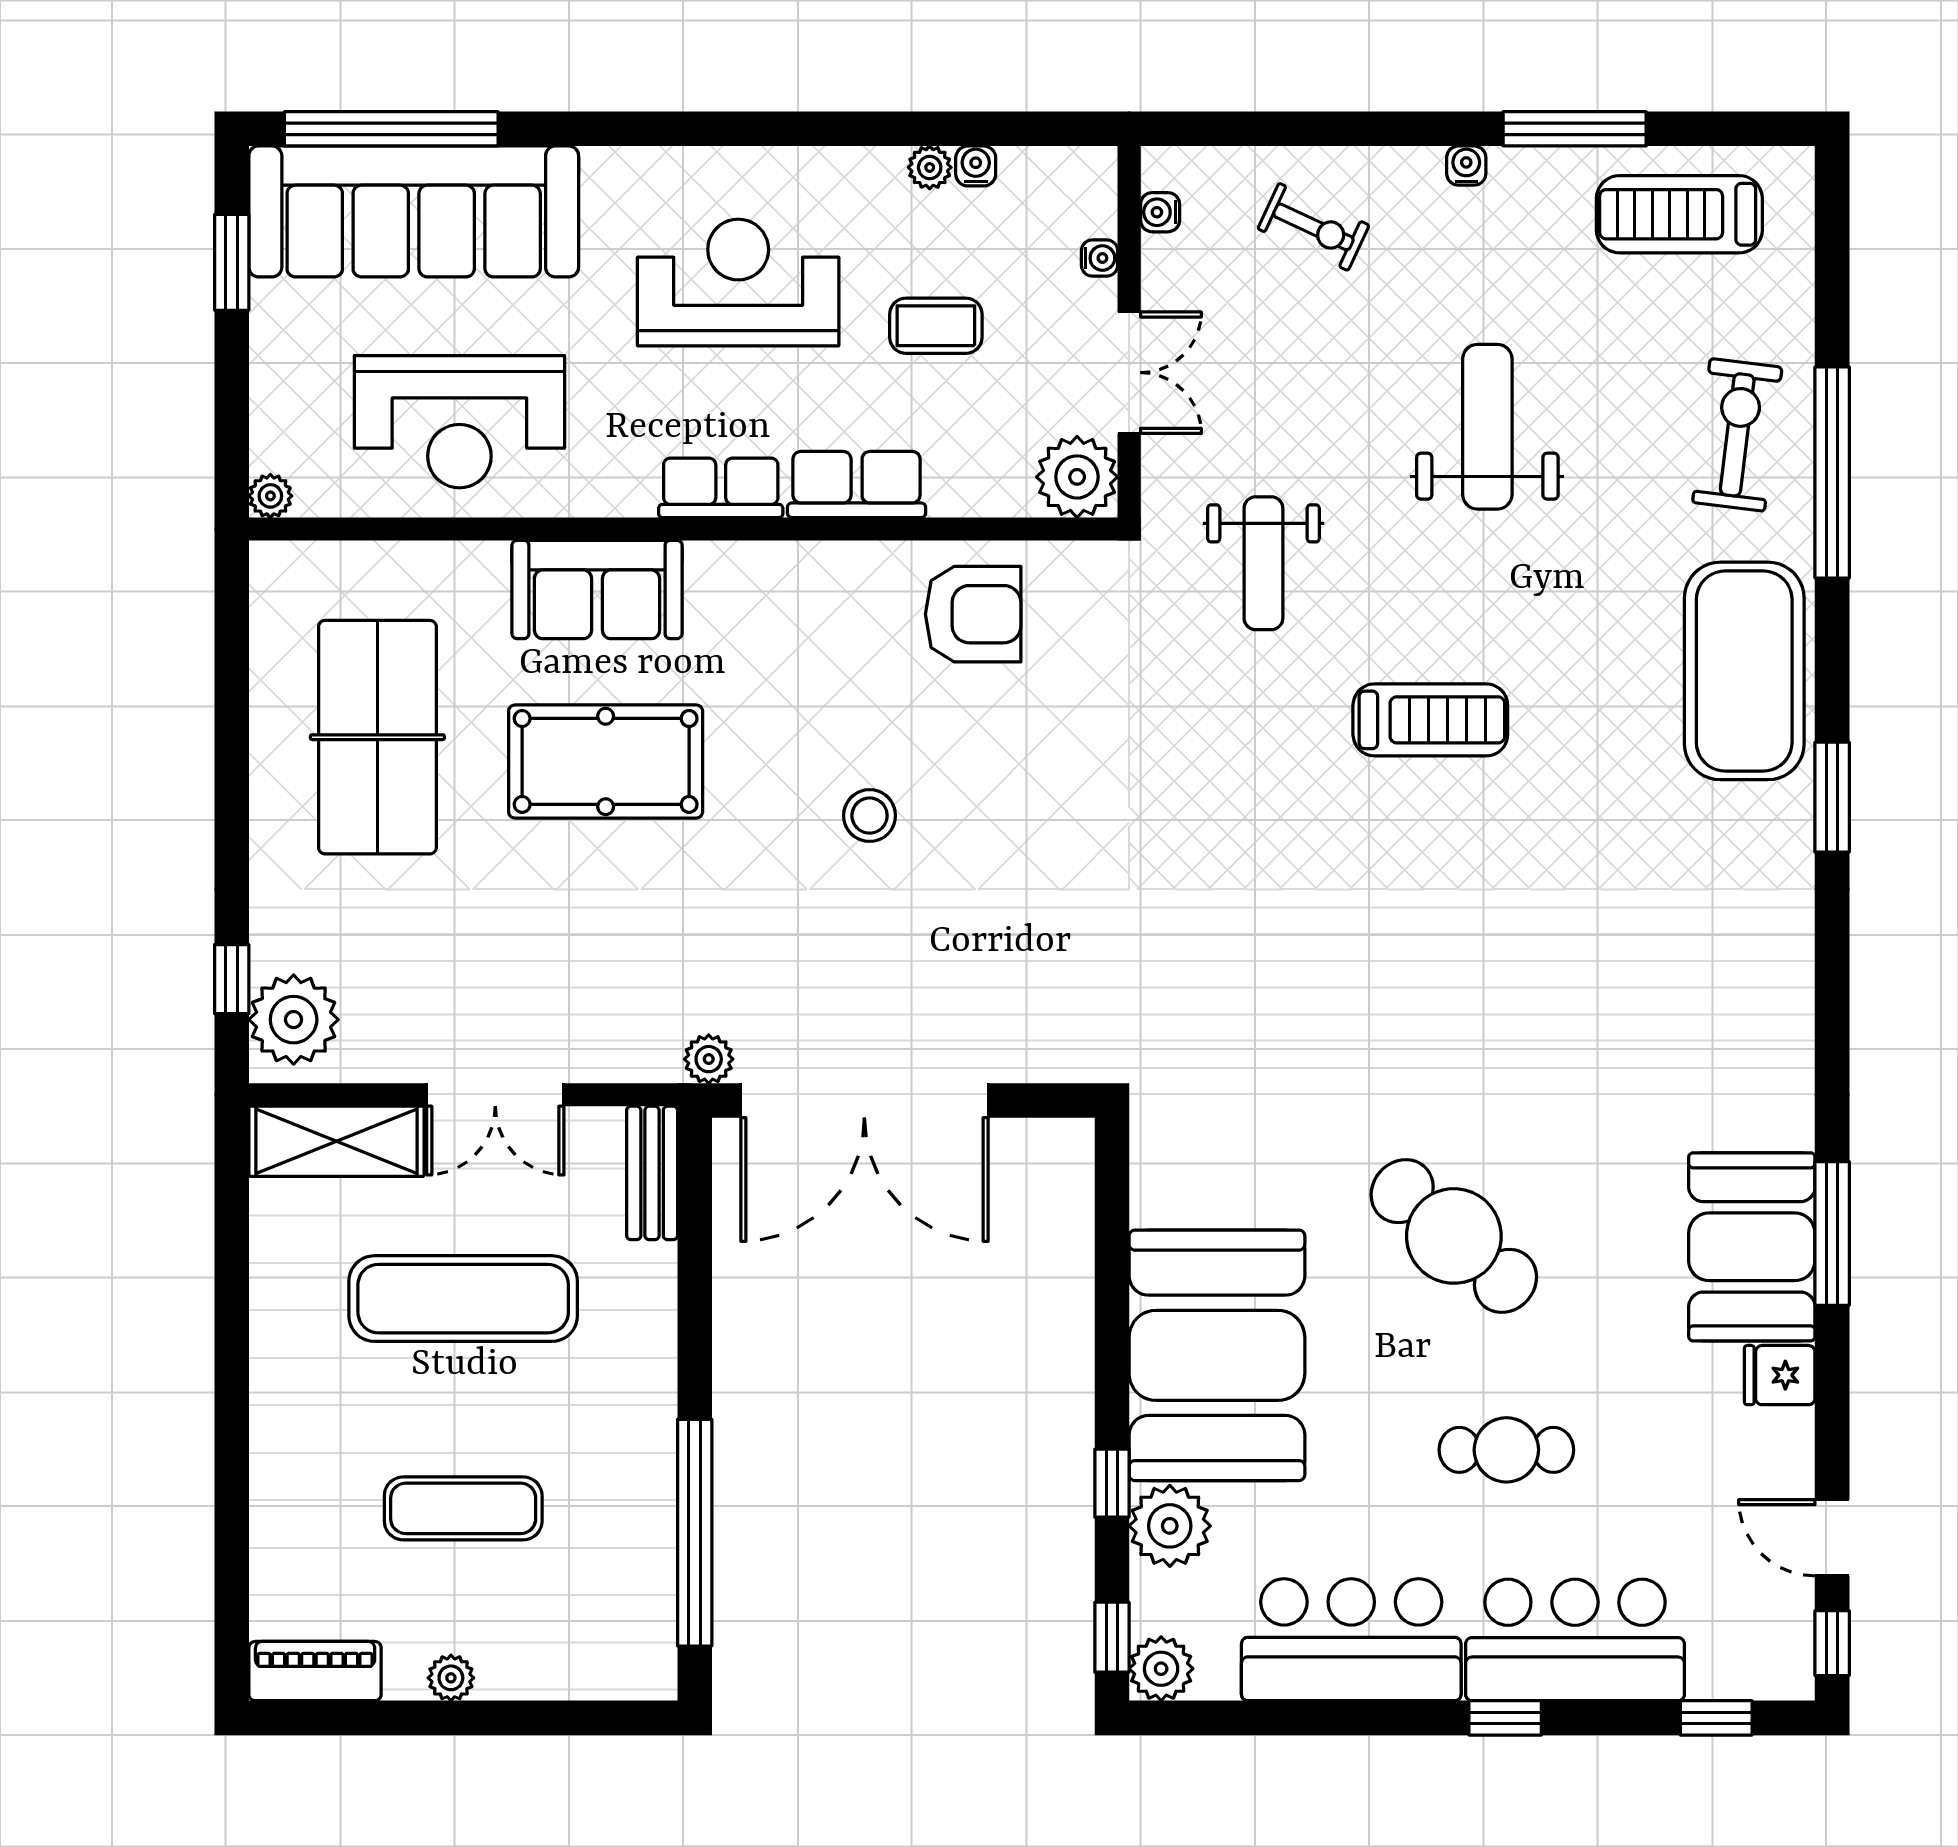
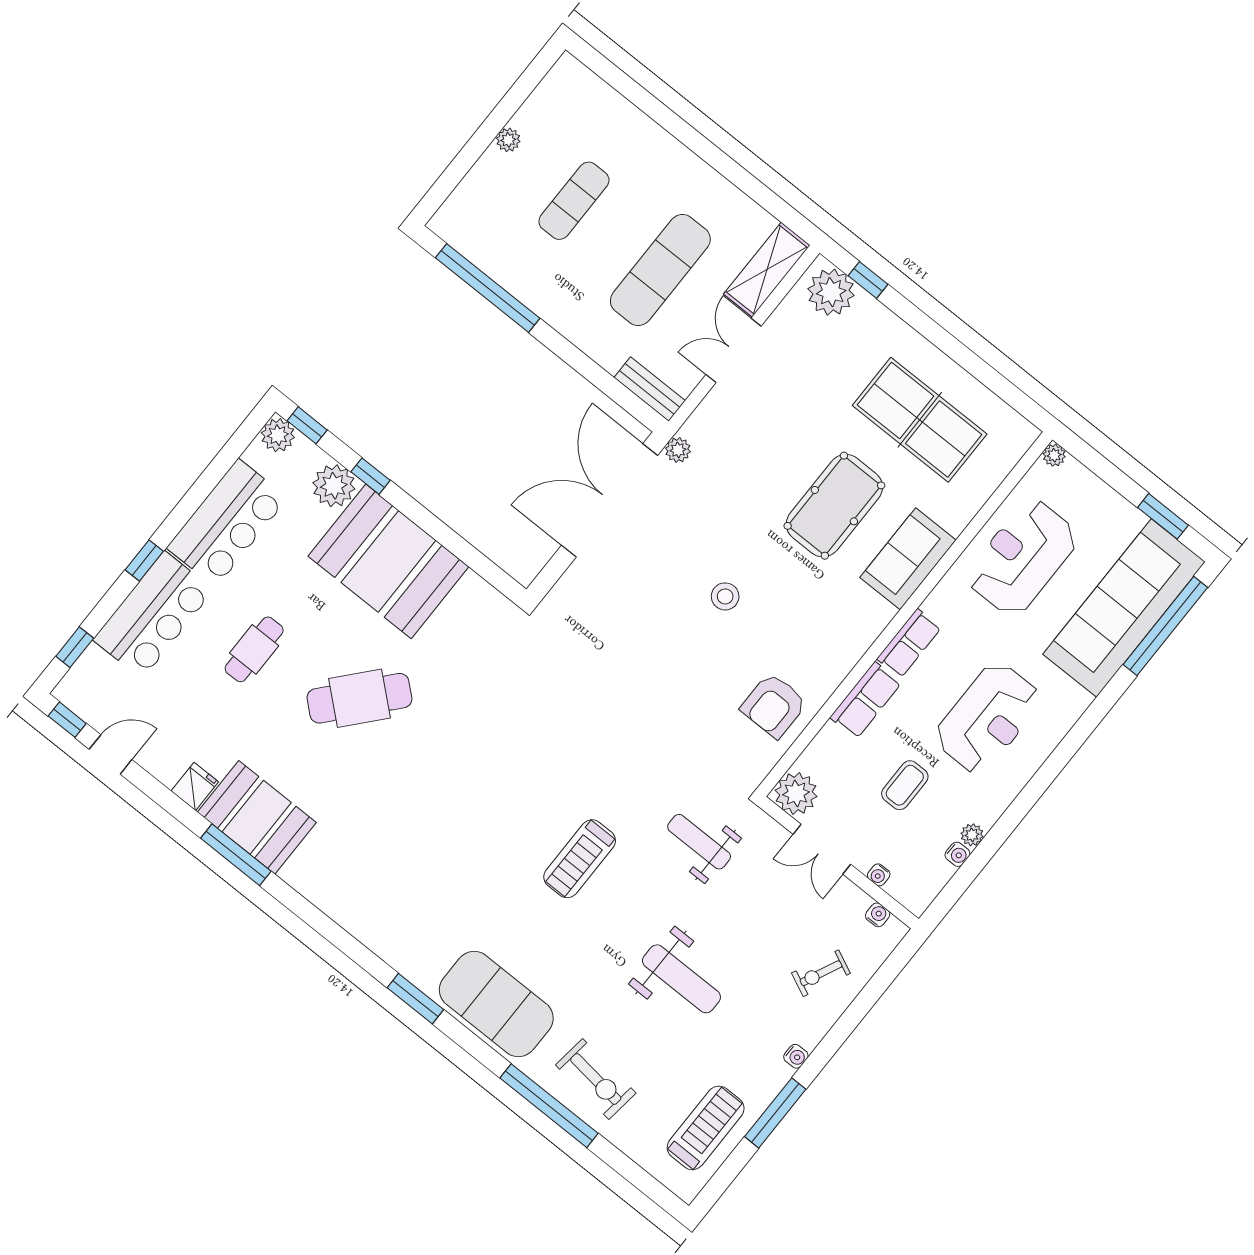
piano: (315, 1671) -> (556, 86), removed

